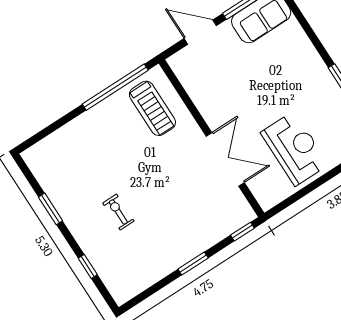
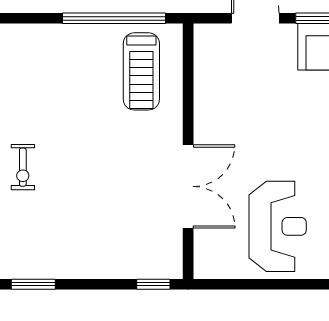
exercise bike: (118, 212) -> (23, 167), turned 180
window: (193, 264) -> (33, 284), moved

